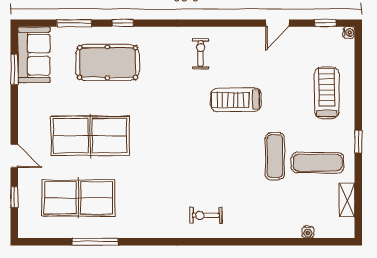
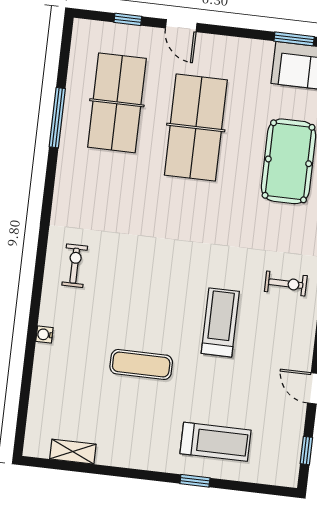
water cooler: (349, 32) -> (291, 480), removed
window: (358, 142) -> (195, 481), moved
door: (14, 156) -> (181, 26), hinge flipped
exercise mat: (318, 163) -> (126, 419), removed
water cooler: (308, 232) -> (44, 334), moved

